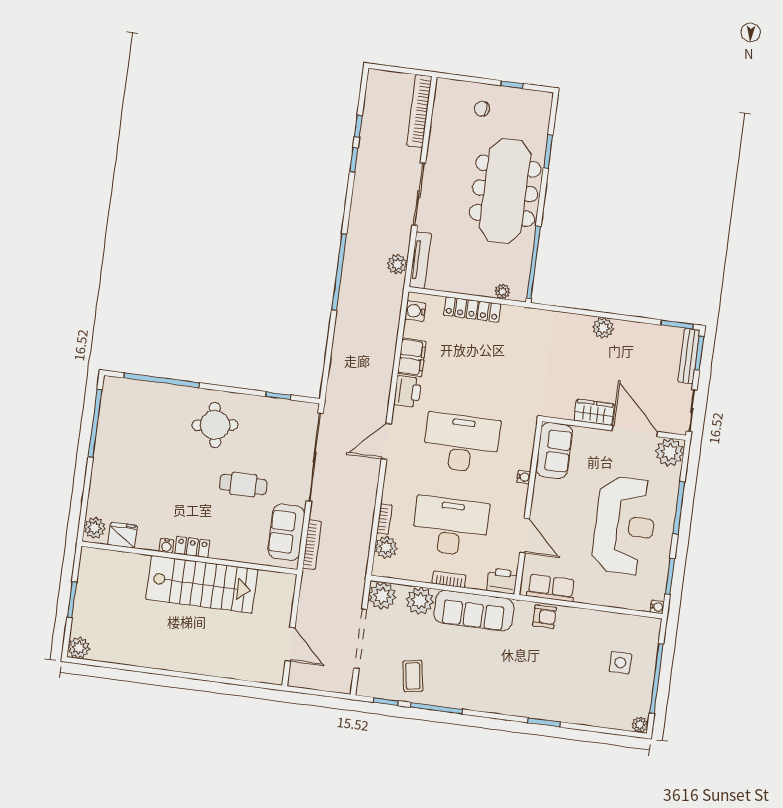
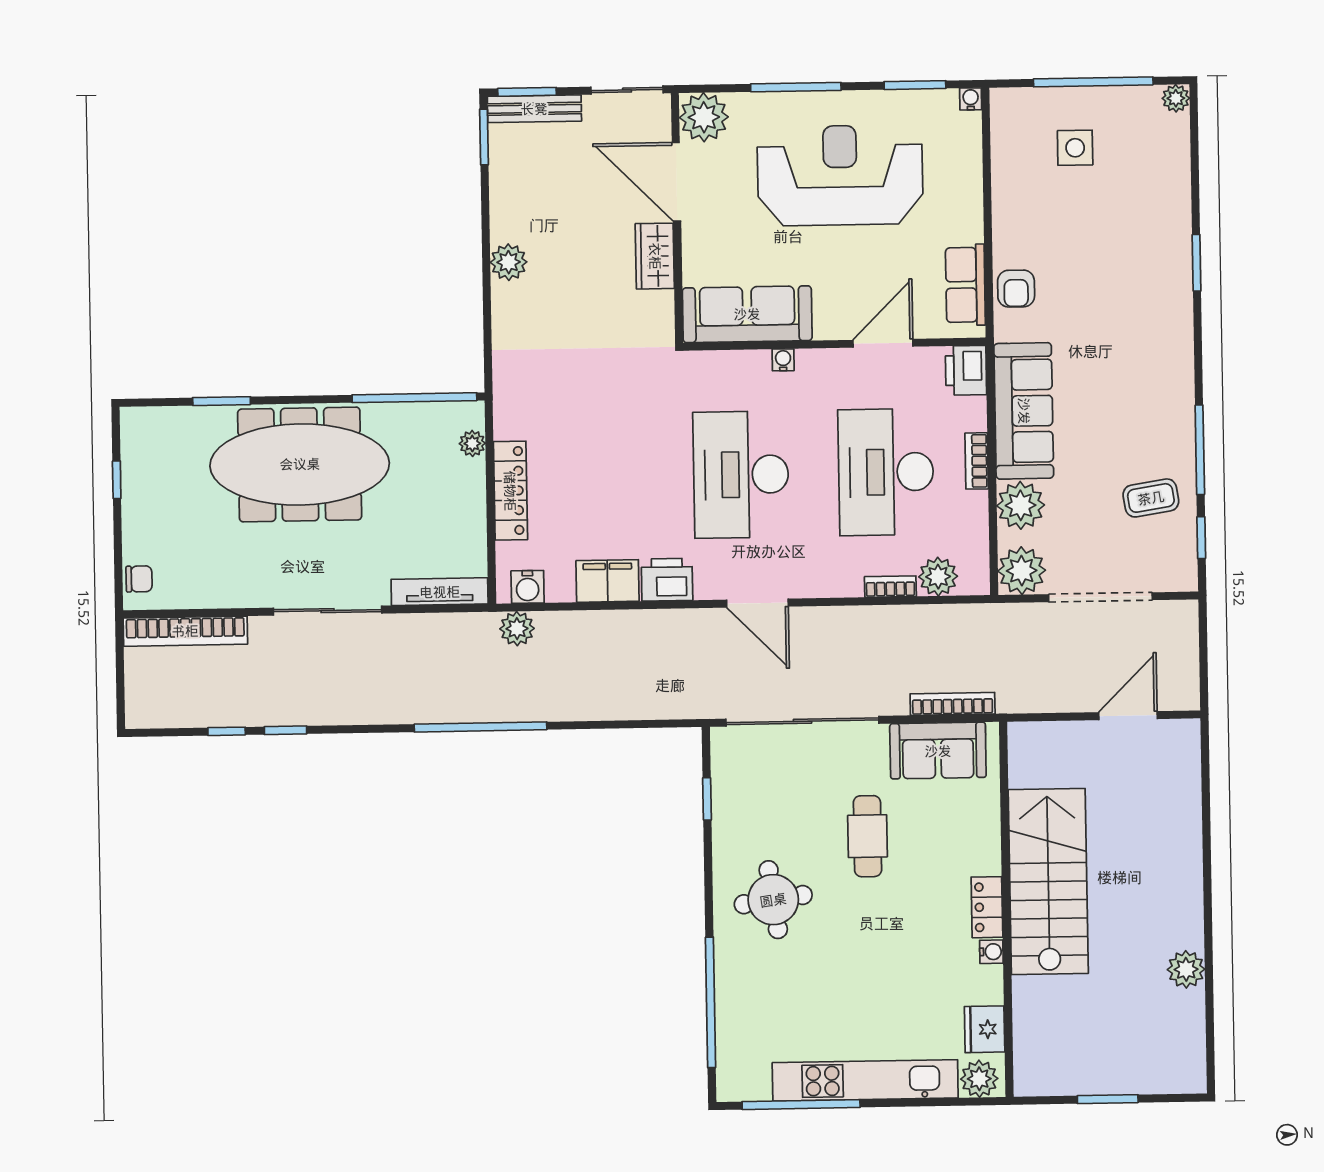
chair: (482, 109) -> (139, 579), moved, turned -90
plant: (397, 264) -> (517, 629), moved
door: (635, 431) -> (676, 182), hinge flipped
sofa: (554, 450) -> (747, 314), width x1.36
kitchen unit: (103, 462) -> (865, 1080), added
armchair: (545, 617) -> (1016, 289), turned 180
plant: (79, 648) -> (1186, 969), moved

